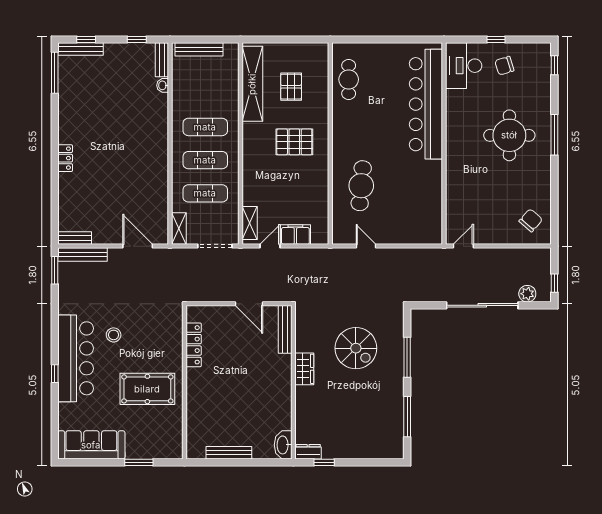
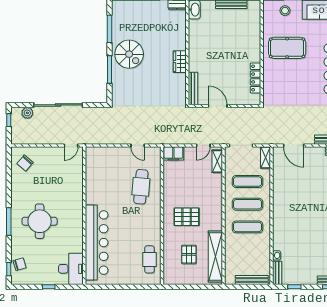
chair: (504, 66) -> (20, 264), moved
filing cabinet: (295, 235) -> (173, 153), moved
stool: (114, 335) -> (285, 11), moved
spiral stairs: (356, 348) -> (129, 54), moved, turned 180

